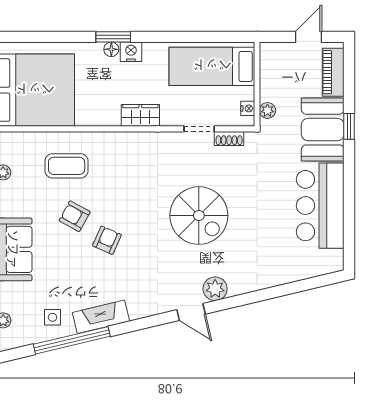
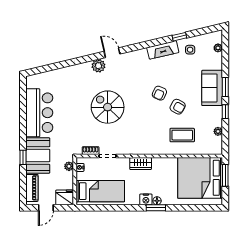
fridge: (275, 55) -> (65, 197), added
window: (72, 340) -> (179, 37), width x0.32

